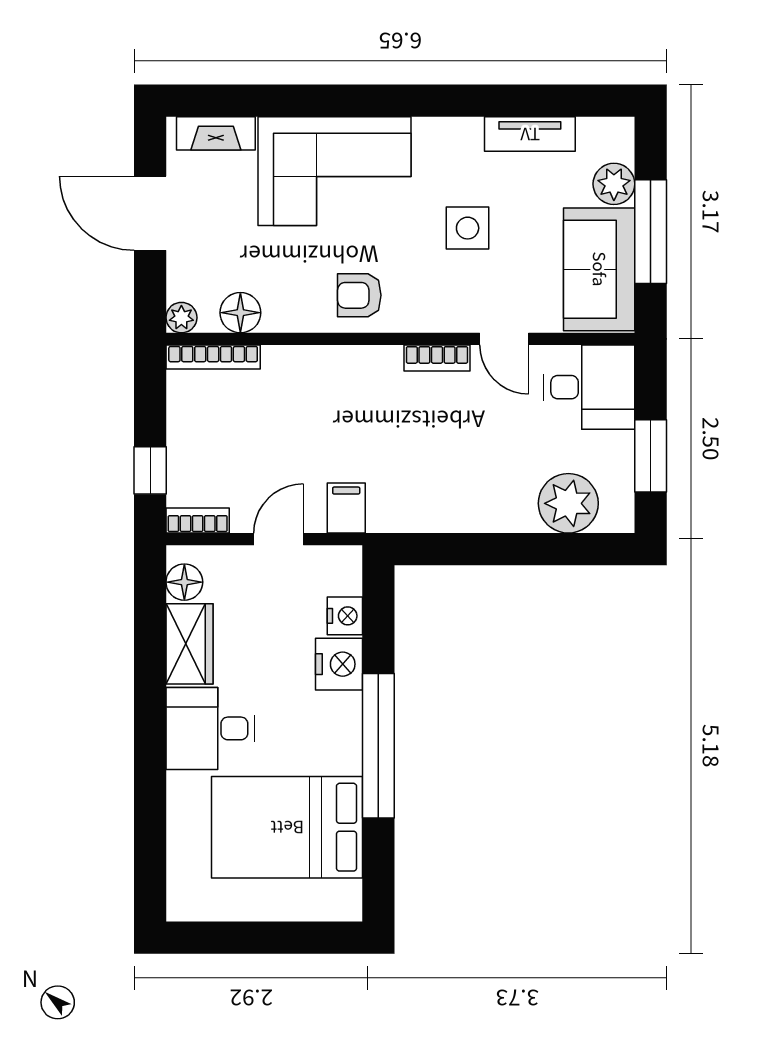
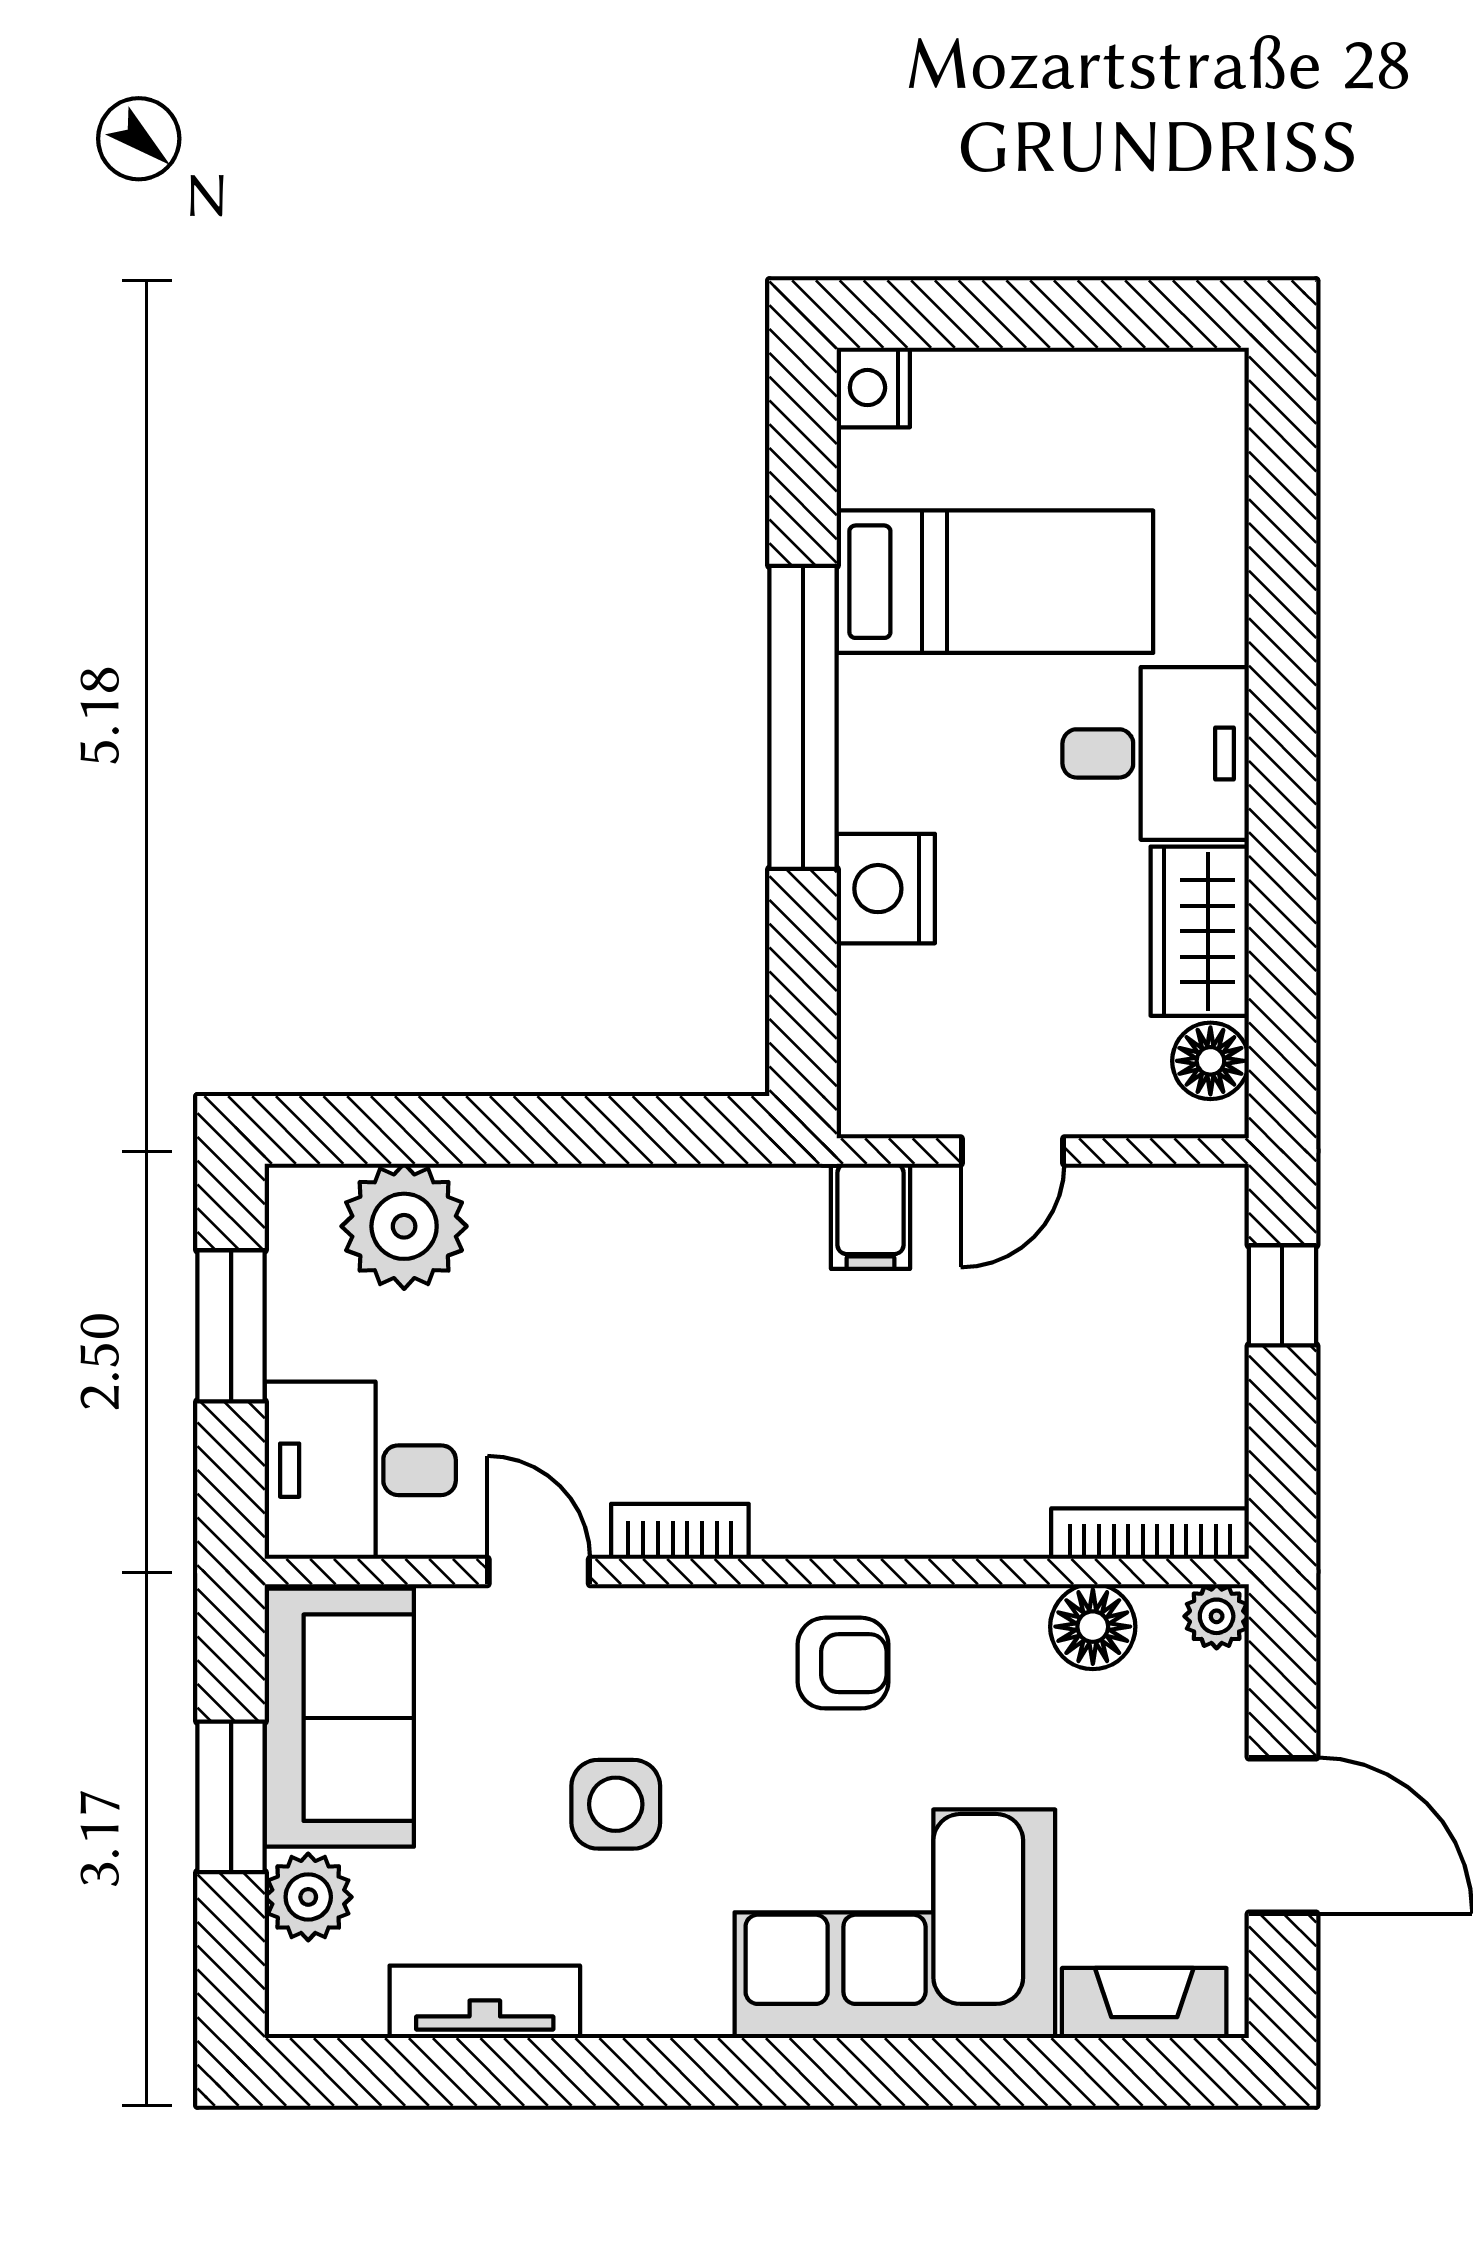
window: (651, 232) -> (231, 1797), width x0.69
bookcase: (198, 521) -> (1182, 1190), removed
nightstand: (345, 616) -> (873, 388), moved
bed: (287, 827) -> (995, 582), width x0.67

